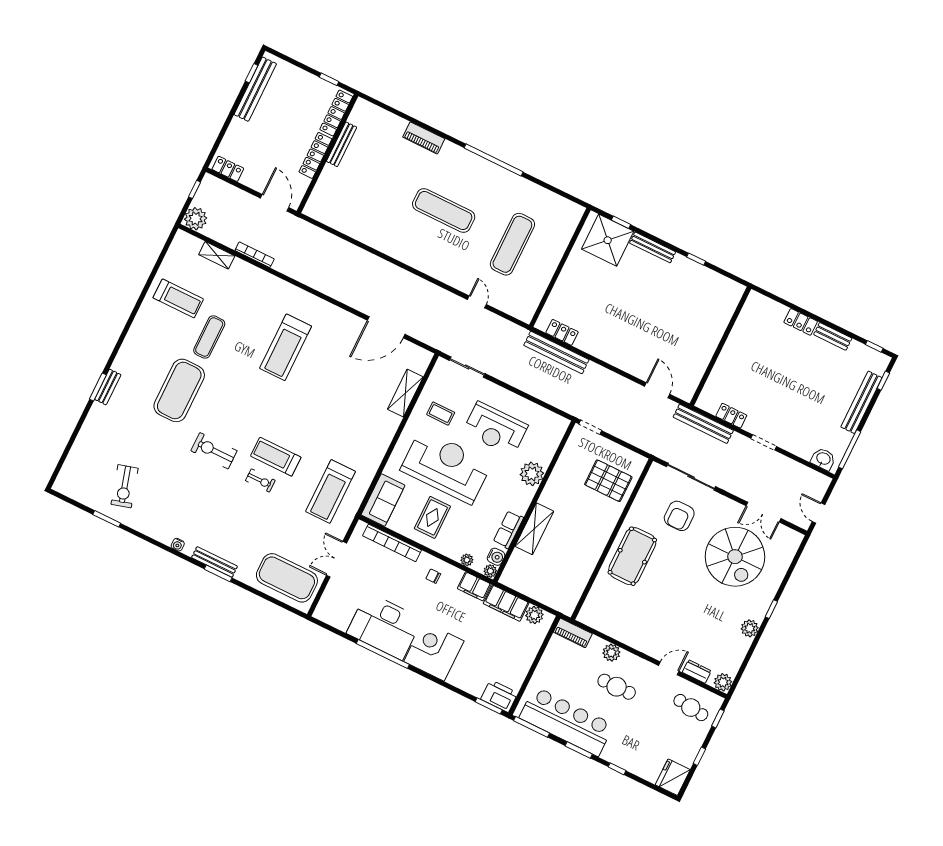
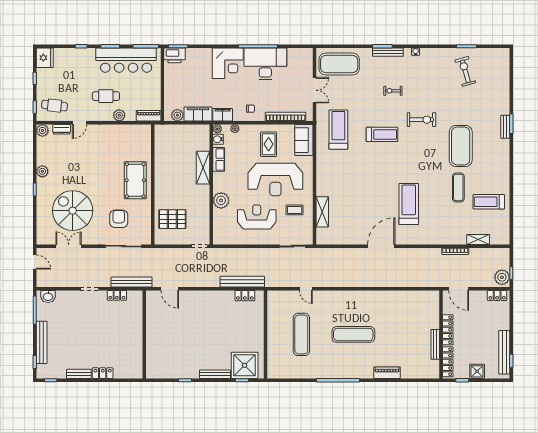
shower: (304, 81) -> (477, 371), added
plant: (196, 219) -> (502, 277), moved
door: (386, 327) -> (381, 246), moved
exercise bike: (260, 480) -> (393, 91), moved

